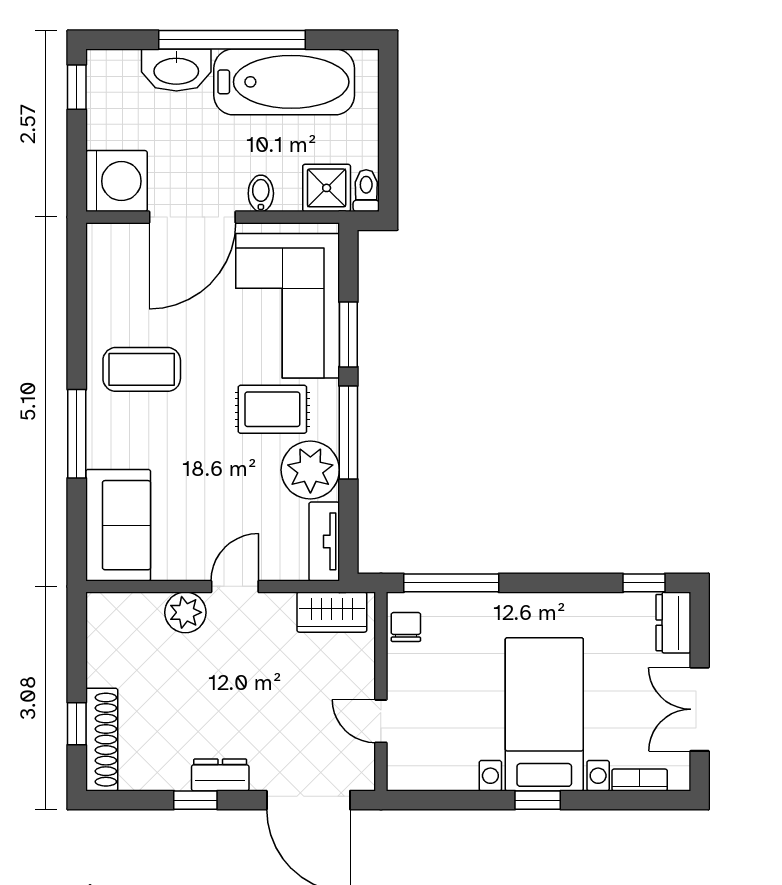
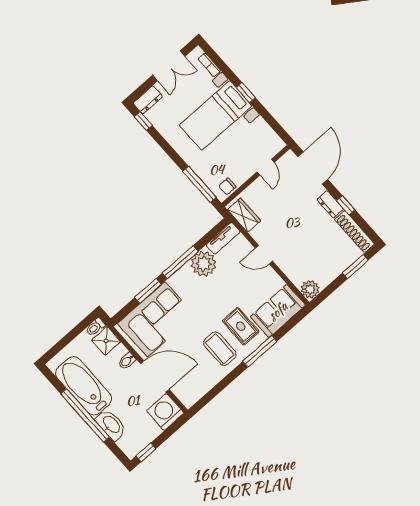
rug: (272, 409) -> (241, 326), moved
plant: (185, 612) -> (310, 289), moved
window: (77, 724) -> (355, 267), width x1.50
shoe rack: (102, 740) -> (355, 232), moved, turned -90

